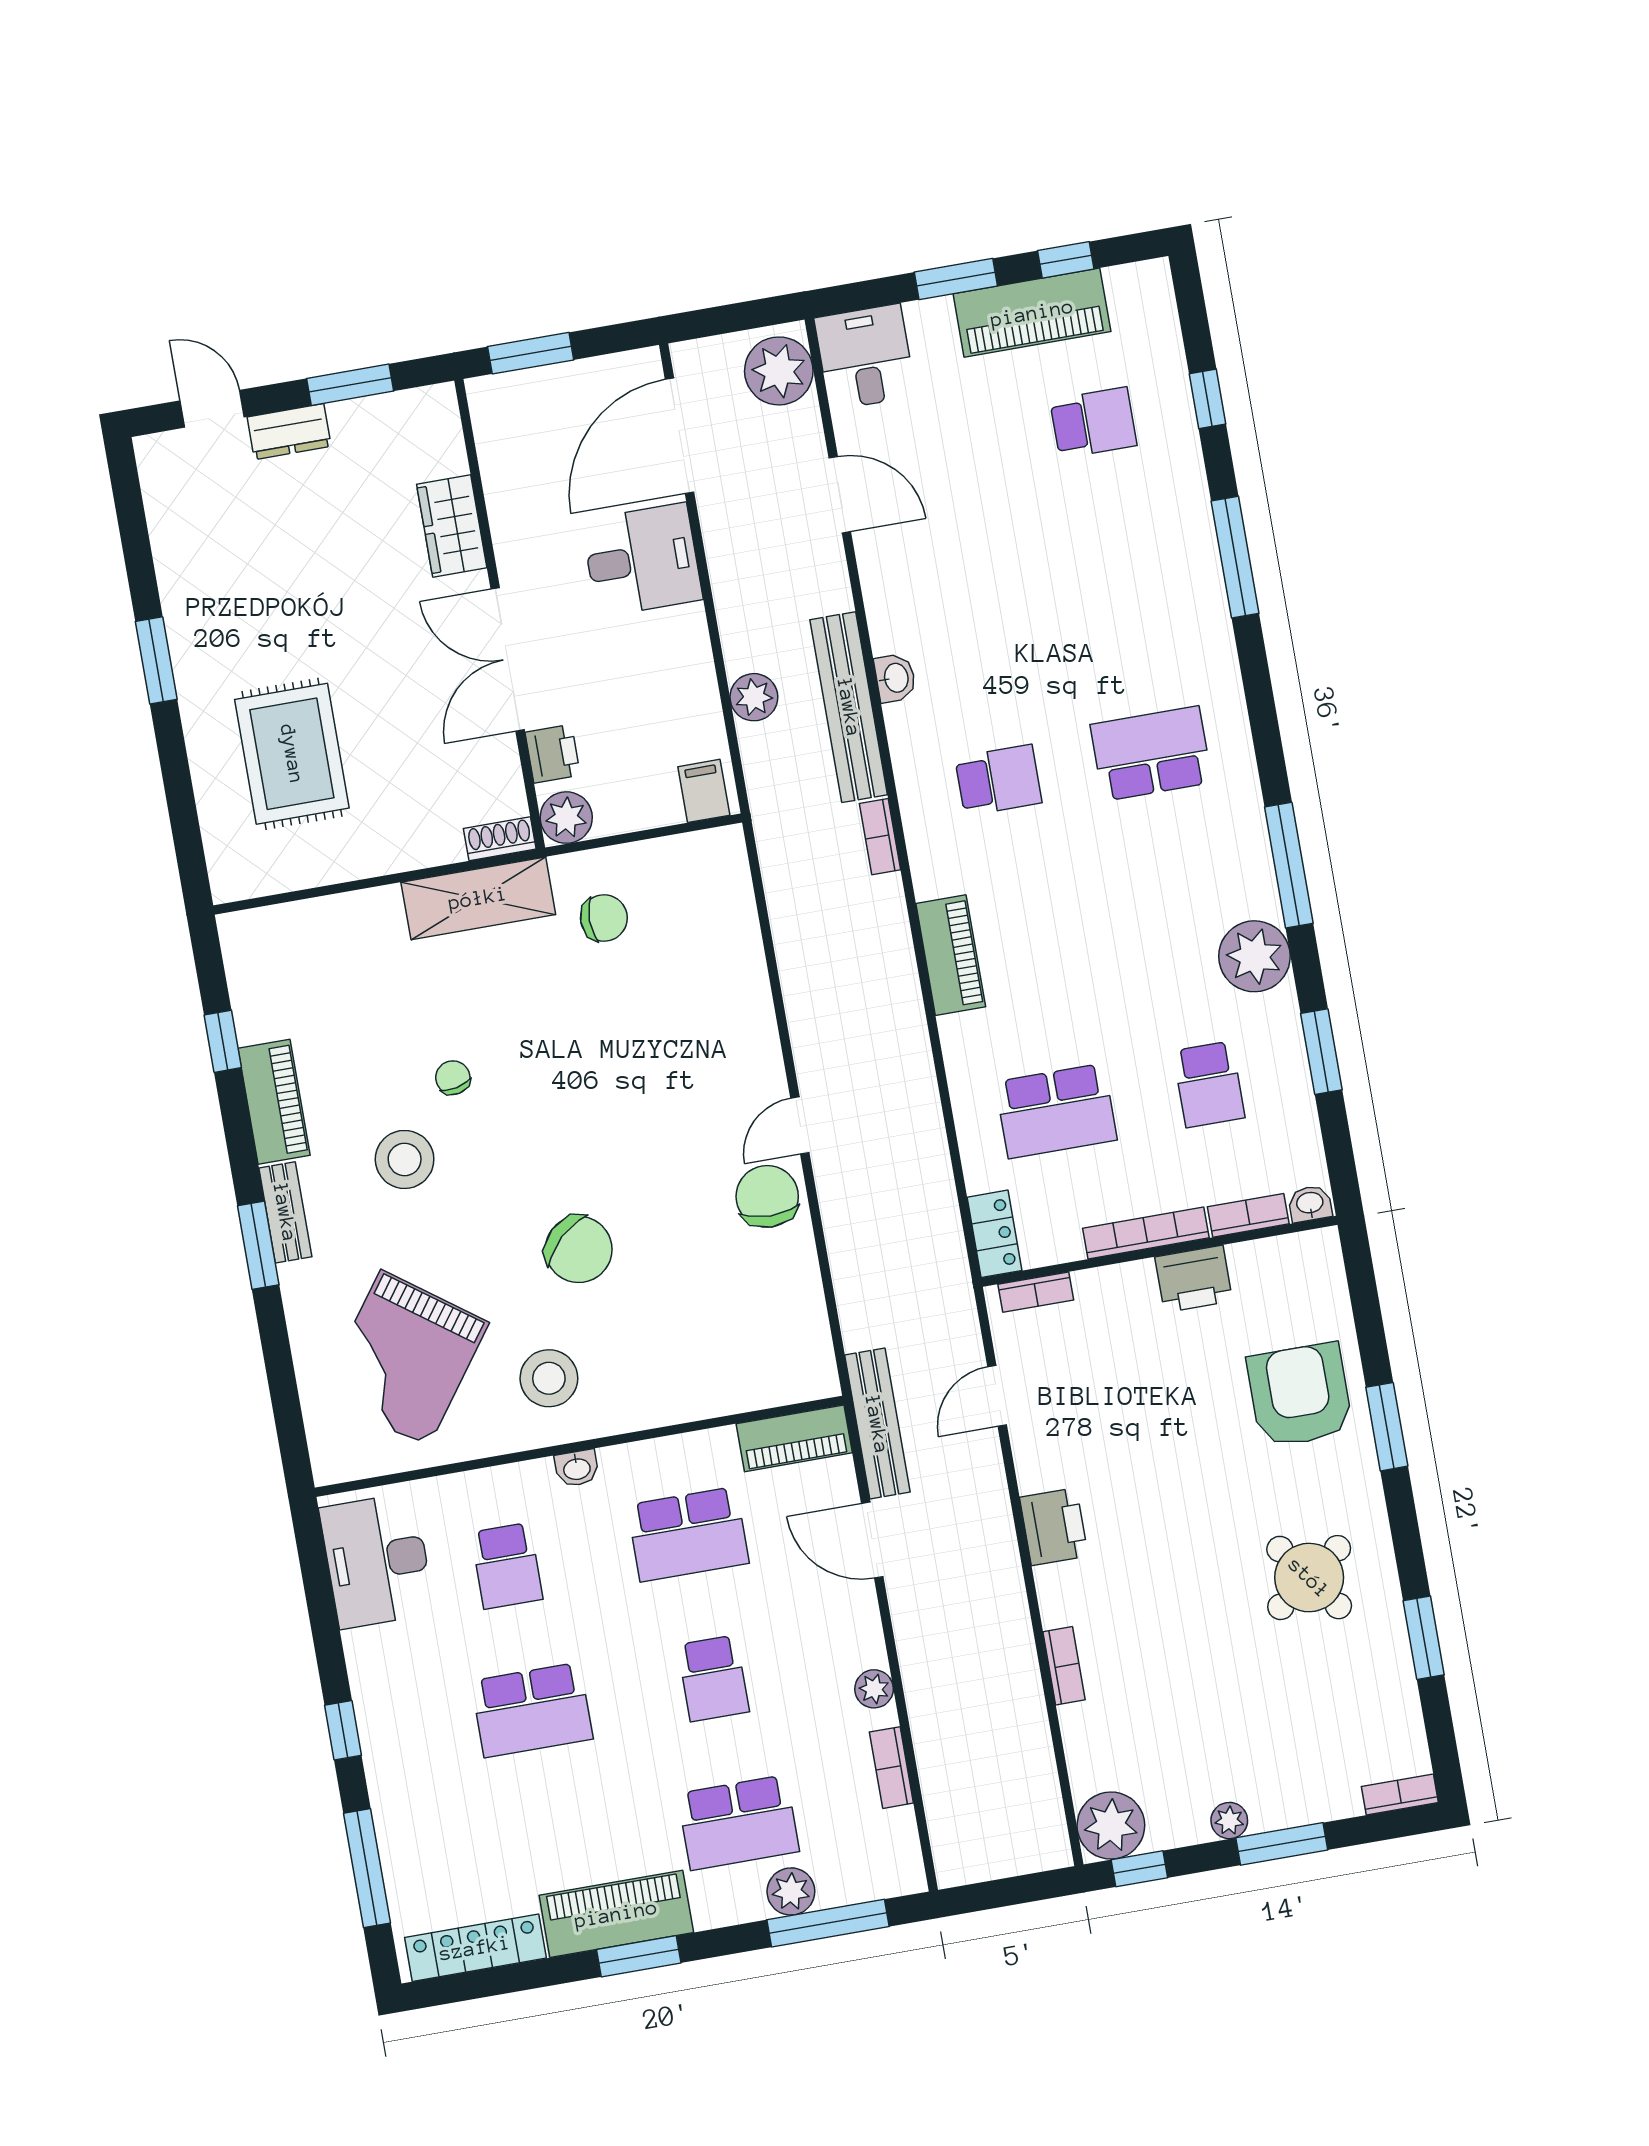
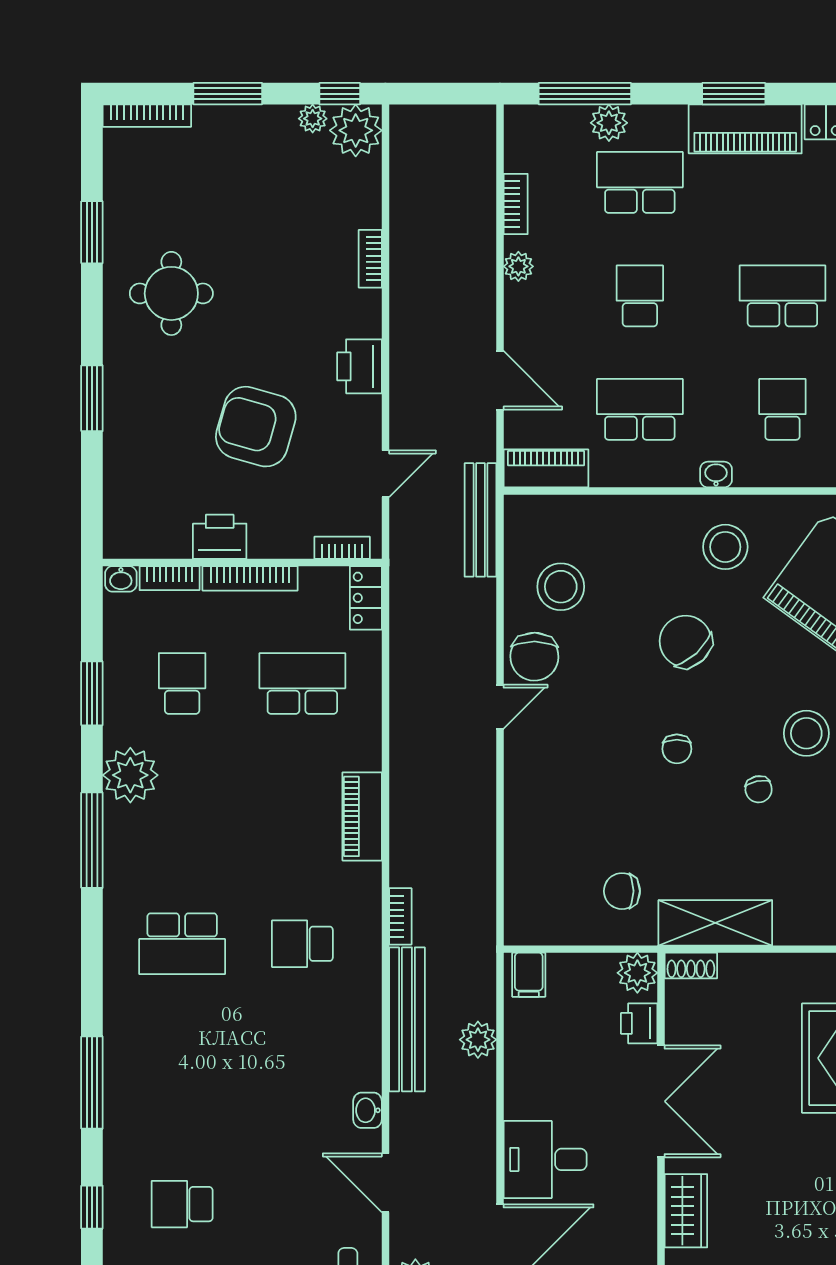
washbasin: (895, 678) -> (368, 1110), moved
chair: (566, 1111) -> (677, 749), added
stool: (749, 1291) -> (561, 587), added
armchair: (1300, 1395) -> (256, 427), moved, turned 106
bench: (877, 1424) -> (481, 520), moved
round table: (1309, 1578) -> (171, 293), turned 36
bookcase: (1400, 1794) -> (147, 116), width x1.56
plant: (1229, 1821) -> (313, 119), moved

